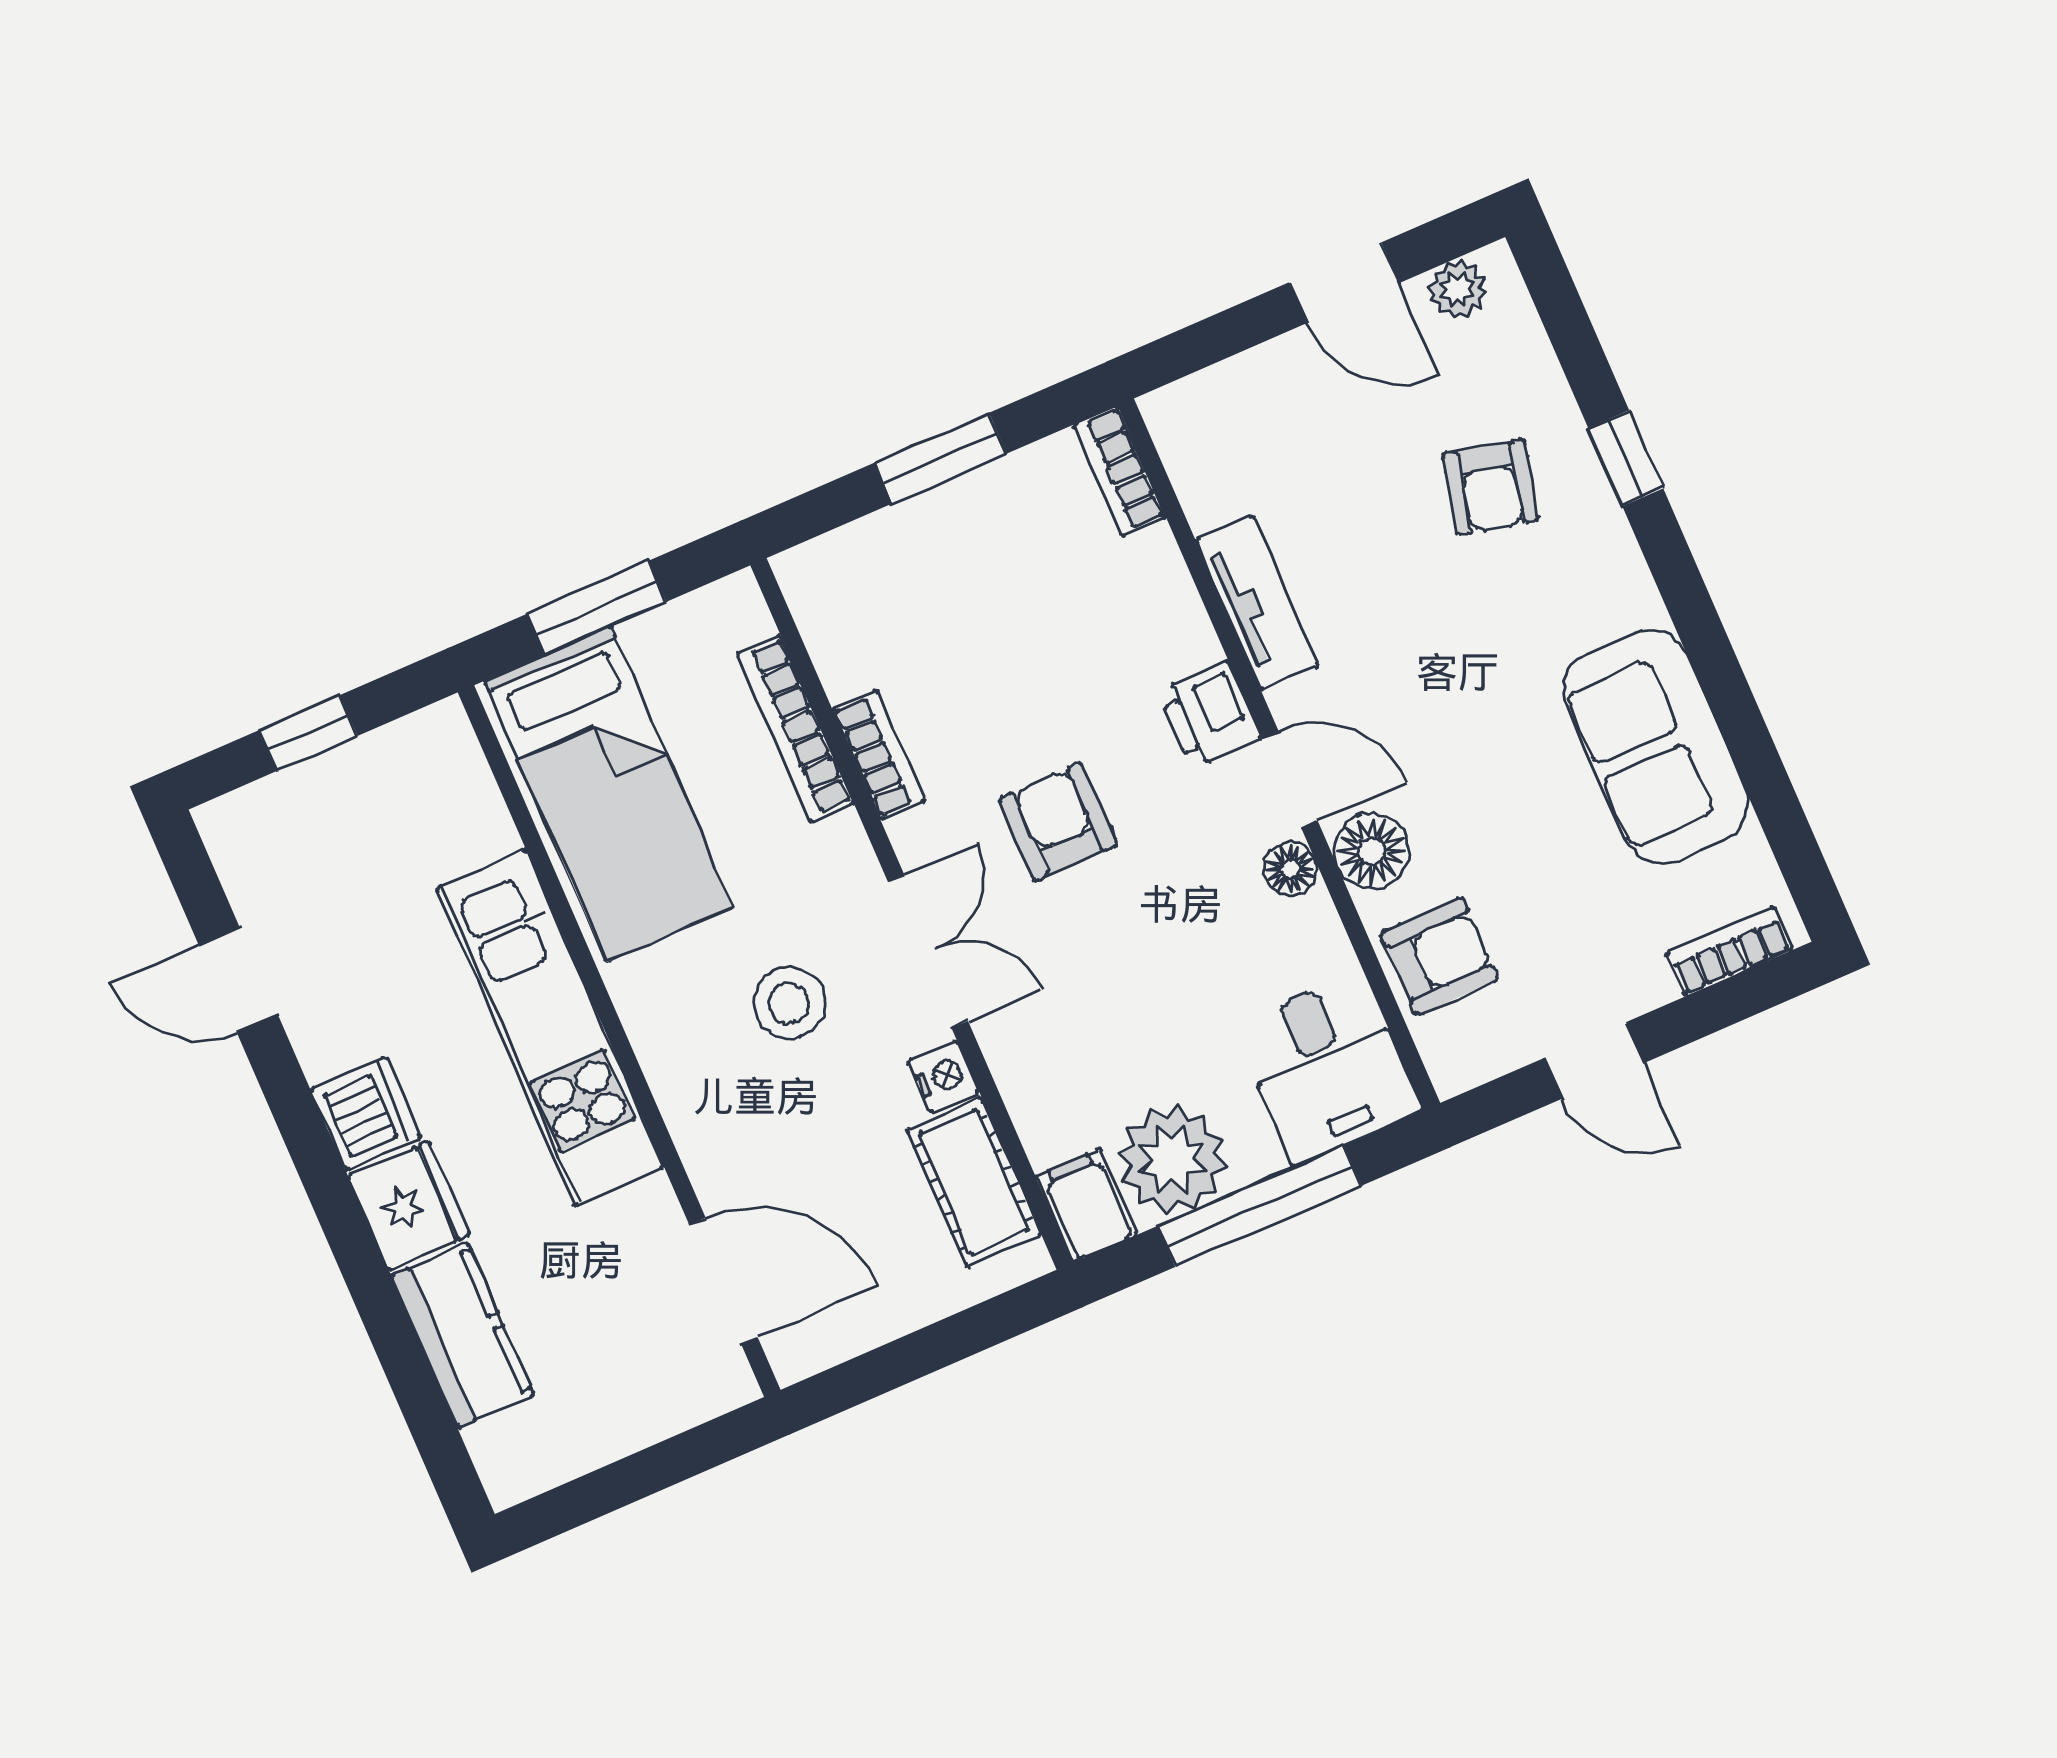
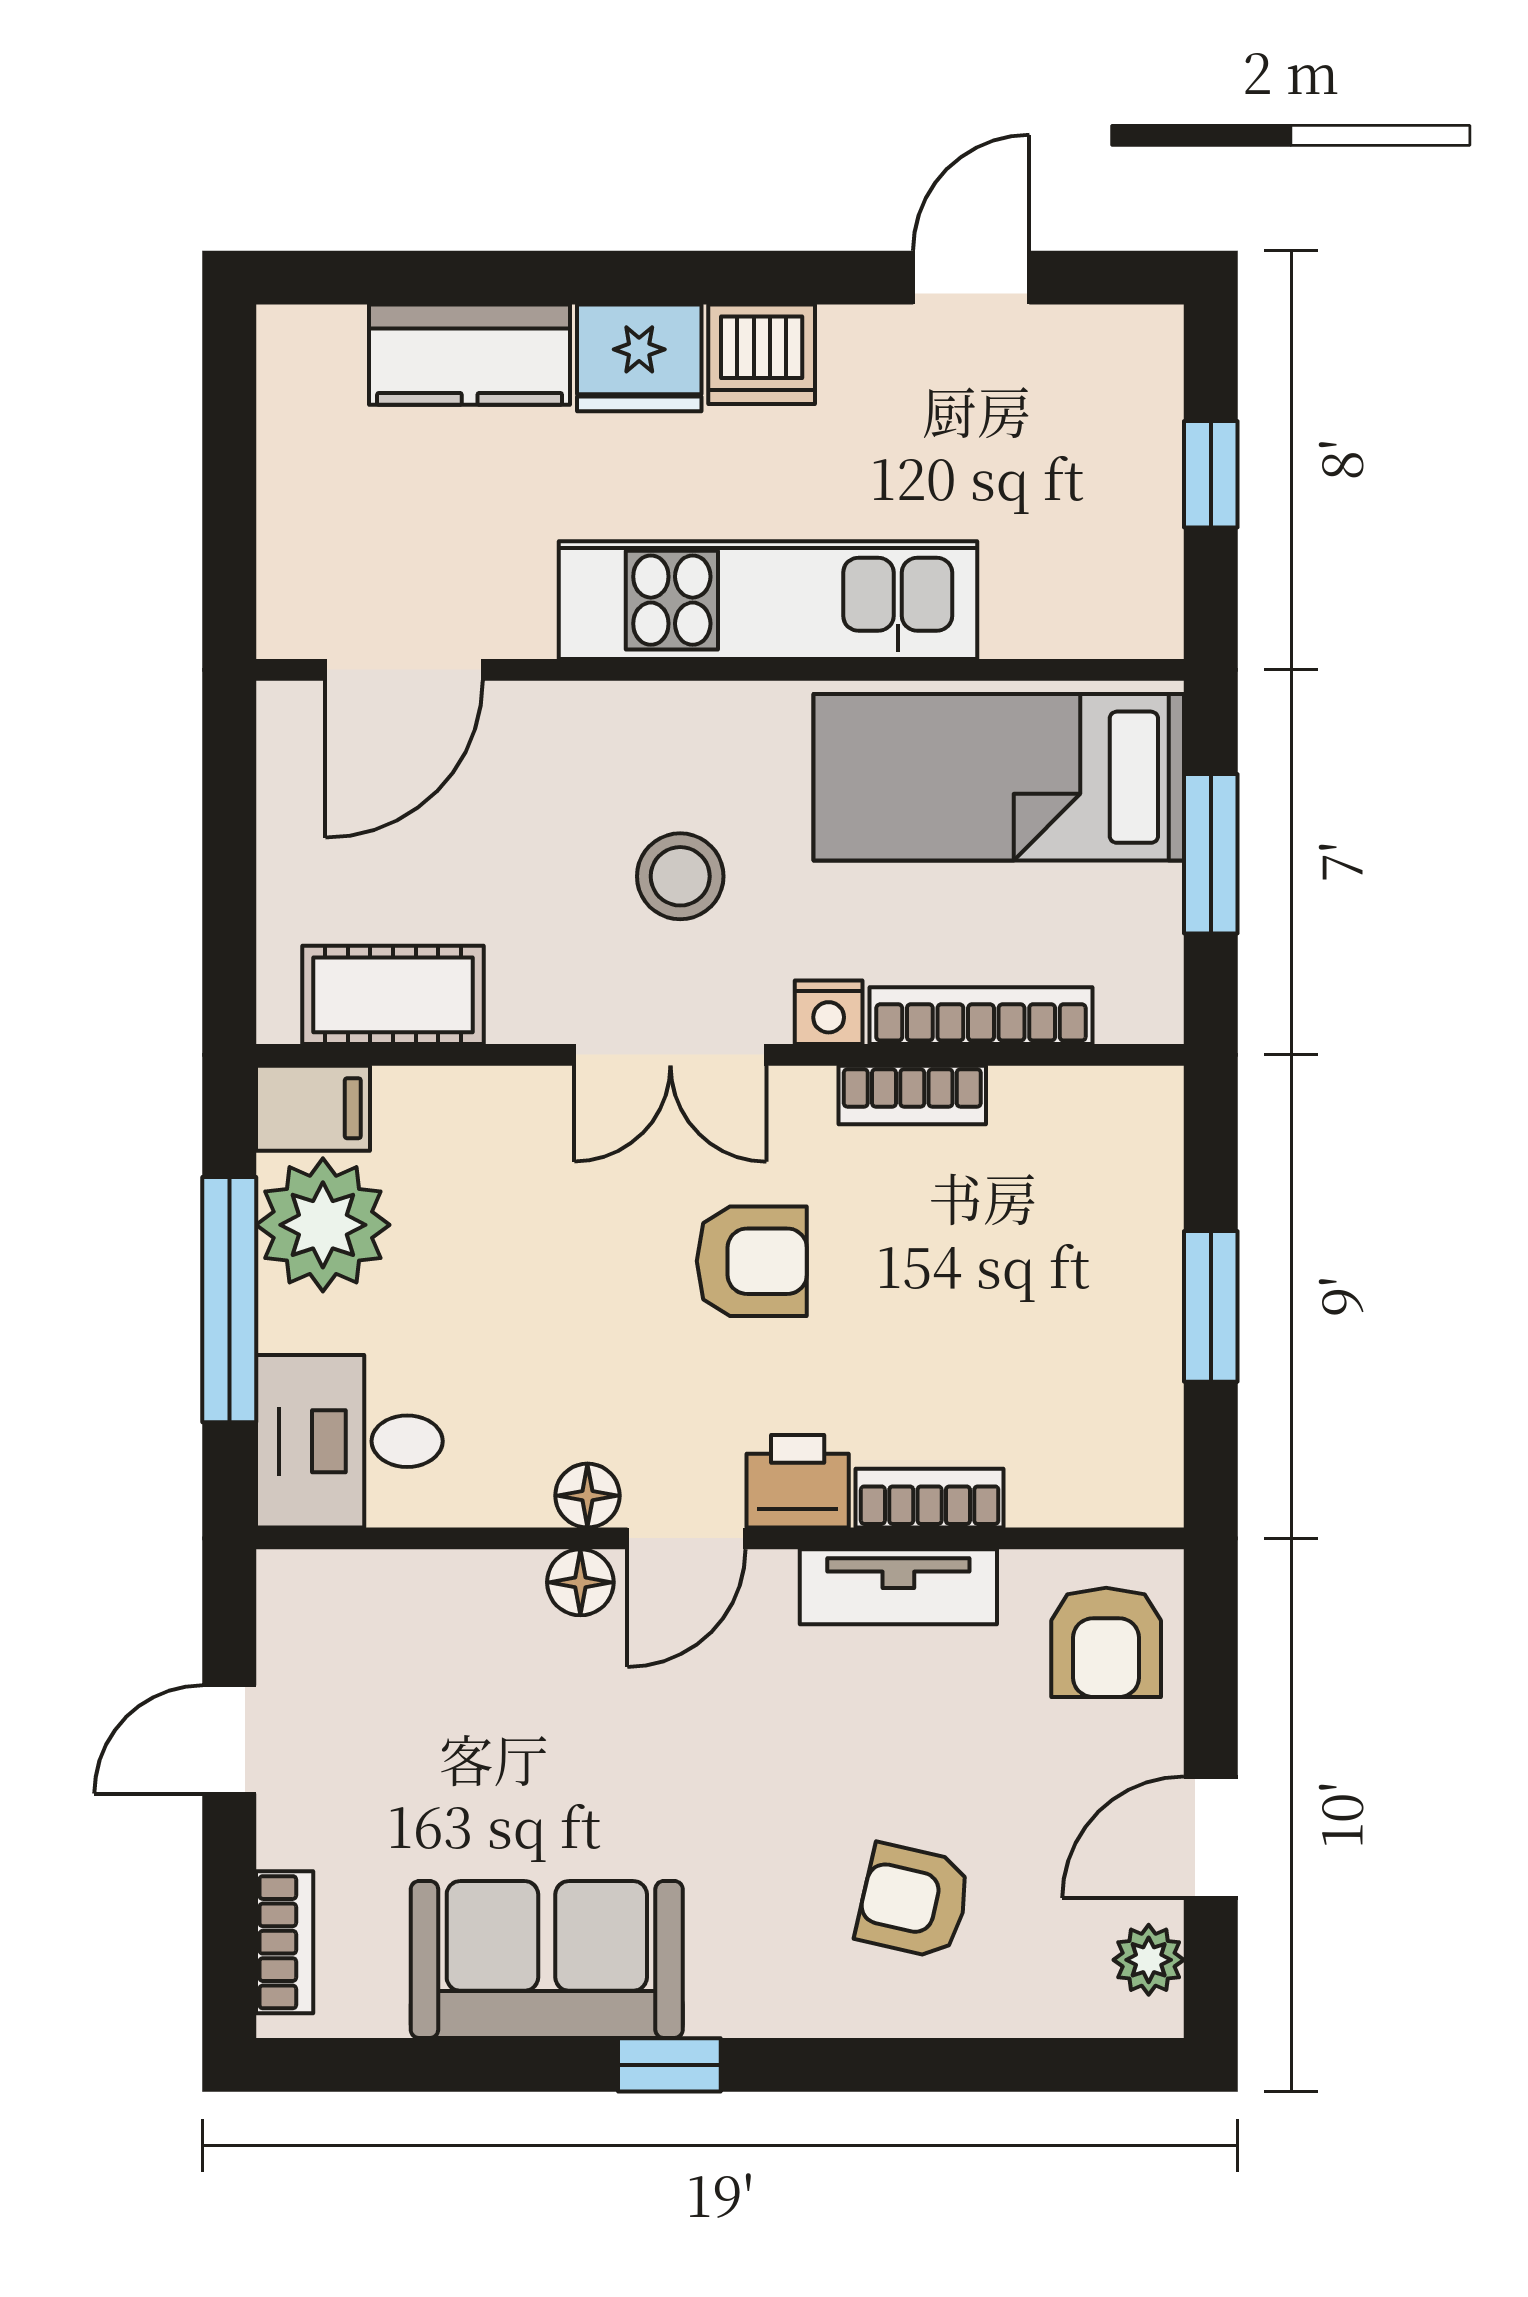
window: (1626, 458) -> (669, 2065), moved
bookcase: (1119, 471) -> (930, 1498), moved
floor lamp: (1372, 851) -> (580, 1582), width x0.73, depth x0.73
armchair: (1439, 956) -> (1106, 1642), moved
nightstand: (944, 1076) -> (829, 1012), moved

